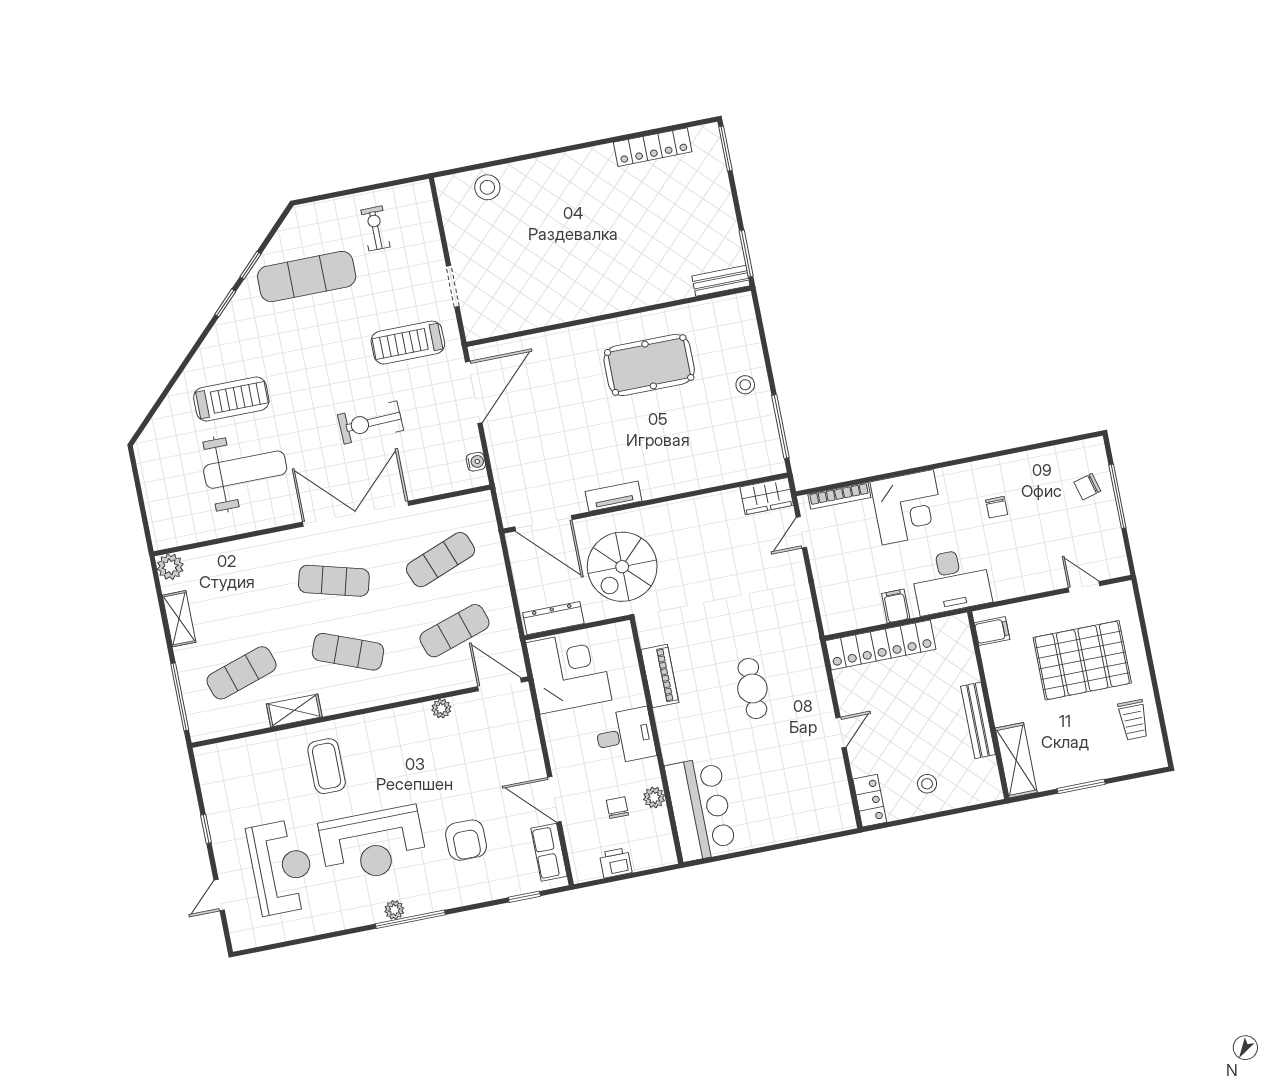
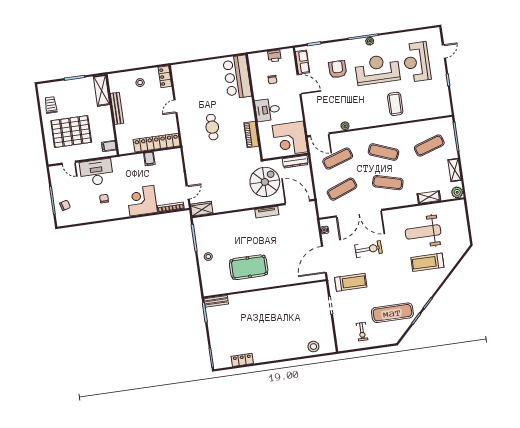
locker: (653, 147) -> (242, 360), width x0.66
double door: (356, 514) -> (359, 213), moved
desk: (951, 581) -> (96, 172), moved
shelving: (294, 710) -> (429, 197), moved
plant: (654, 797) -> (257, 83), removed

